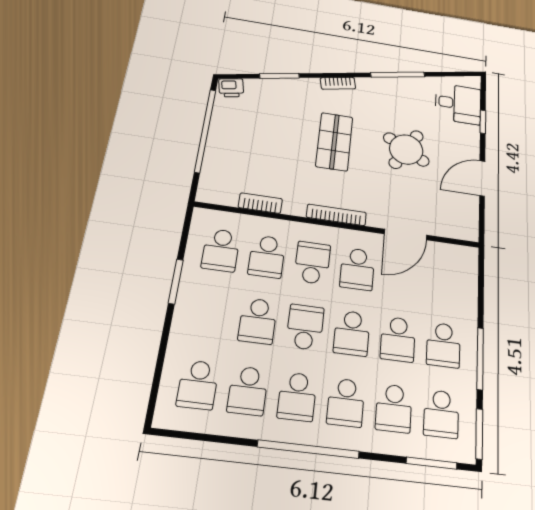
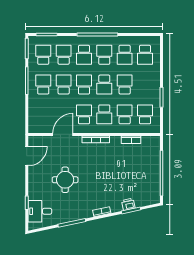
printer: (231, 88) -> (128, 204), moved
shop shelf: (334, 142) -> (100, 178), removed
round table: (406, 149) -> (65, 180), turned -30
door: (482, 178) -> (27, 156), moved
school desk: (198, 385) -> (145, 55), turned 180
school desk: (248, 391) -> (125, 55), turned 180
school desk: (346, 402) -> (84, 55), turned 180

